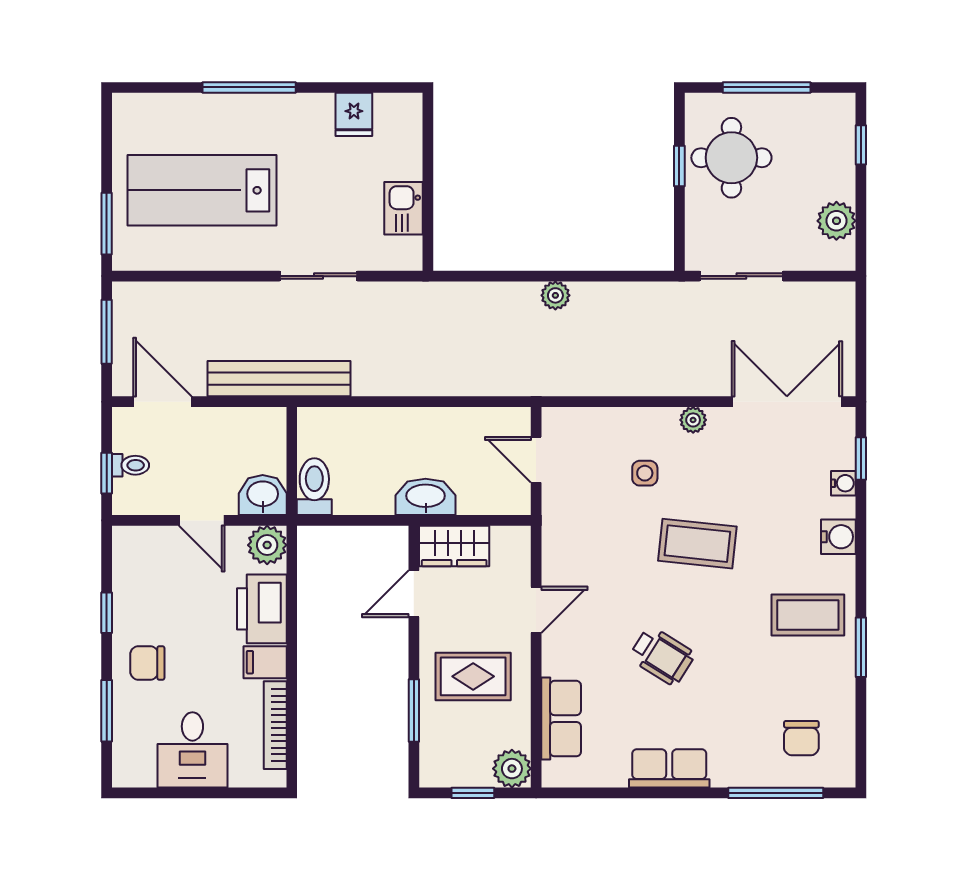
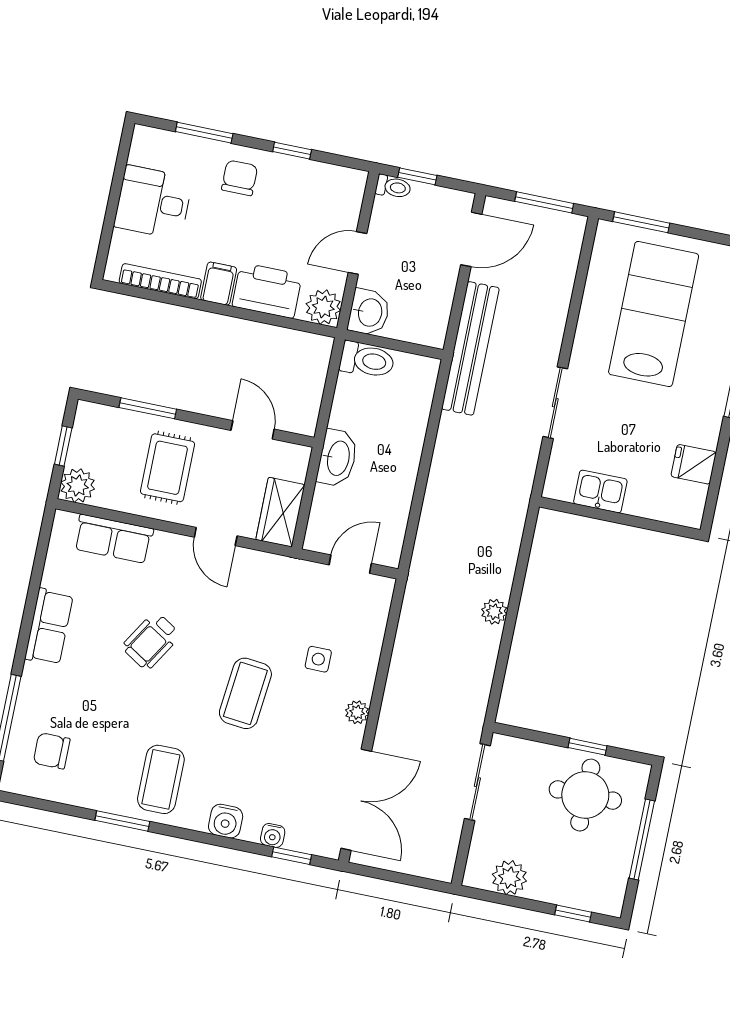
toilet: (130, 465) -> (393, 187), moved, turned -90
wardrobe: (454, 546) -> (280, 512), moved

